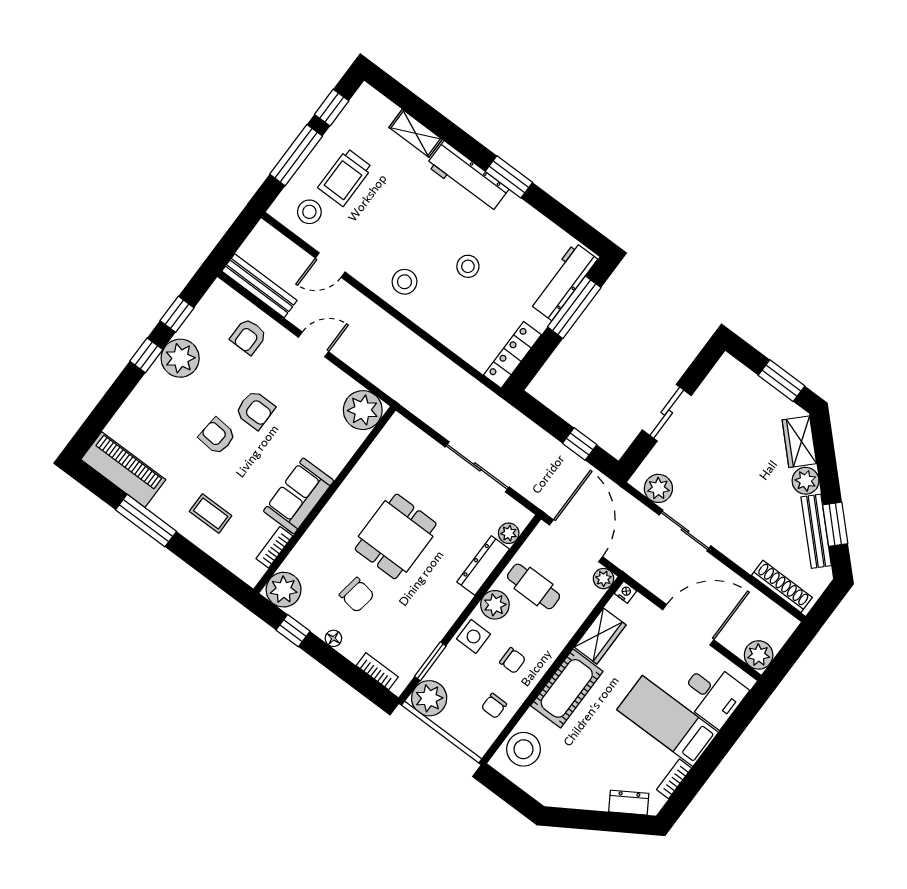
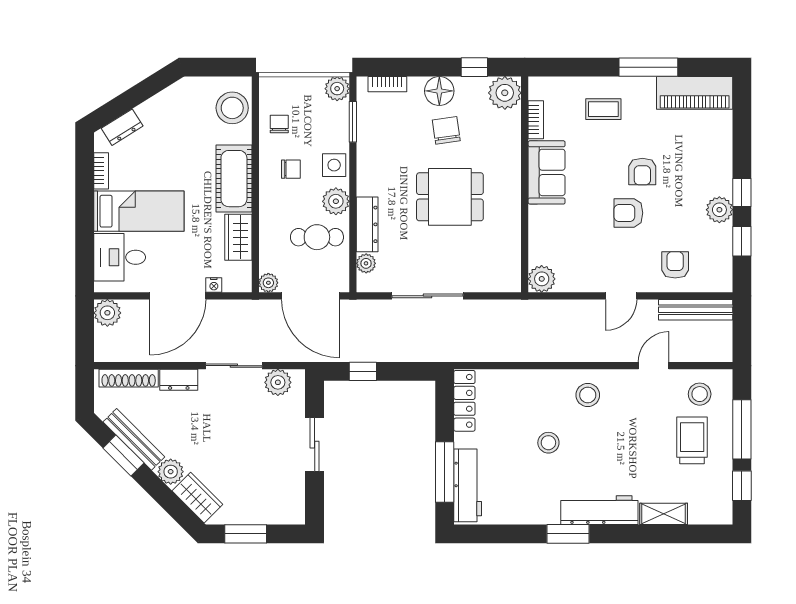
plant: (180, 358) -> (719, 210), width x0.73, depth x0.73
plant: (363, 410) -> (542, 279), width x0.73, depth x0.73
armchair: (217, 436) -> (642, 172), turned 85
dining table: (396, 536) -> (450, 197), turned 90
dresser: (740, 553) -> (179, 380), added
nightstand: (625, 592) -> (214, 285), moved
chair: (357, 595) -> (446, 130), turned 73
floor lamp: (333, 638) -> (439, 91), width x1.89, depth x1.89
chair: (513, 660) -> (291, 169), turned 180
plant: (429, 698) -> (337, 89), width x0.73, depth x0.73

